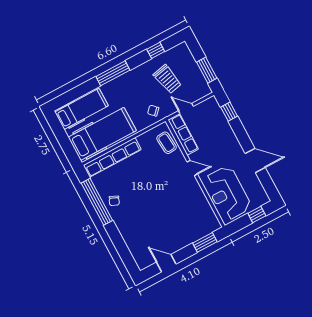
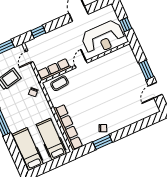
door: (186, 108) -> (29, 57), moved
hospital bed: (102, 134) -> (51, 139), width x0.73, depth x0.78
window: (97, 202) -> (103, 142), width x0.47
window: (257, 214) -> (126, 25), moved
window: (205, 242) -> (146, 70), moved

